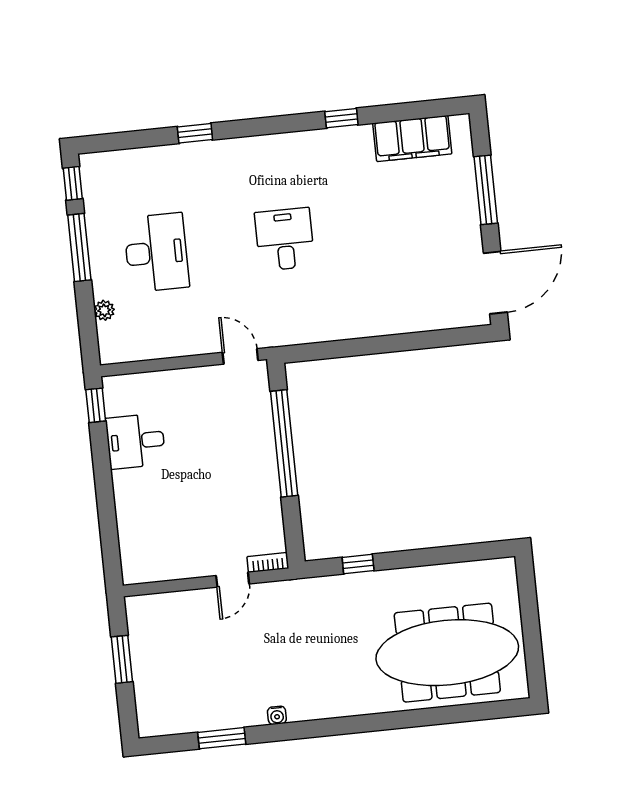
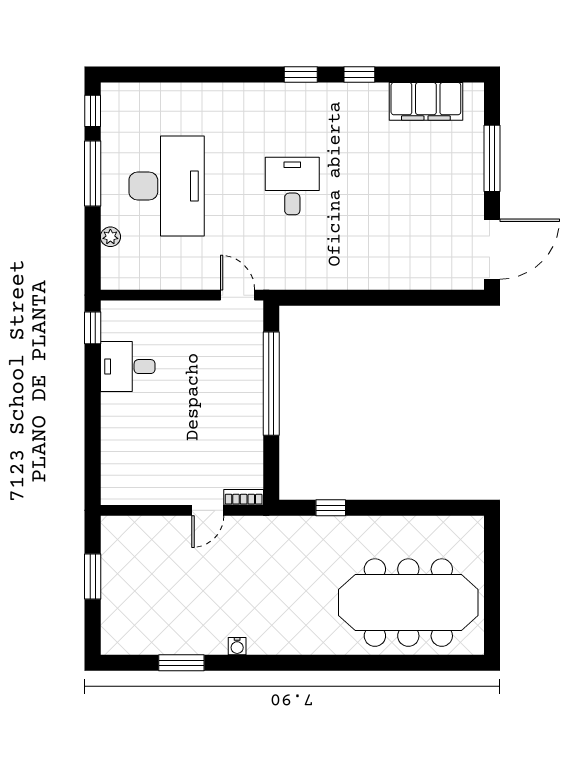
window: (195, 133) -> (301, 74), moved
desk: (156, 253) -> (167, 186), width x1.36, depth x1.30

